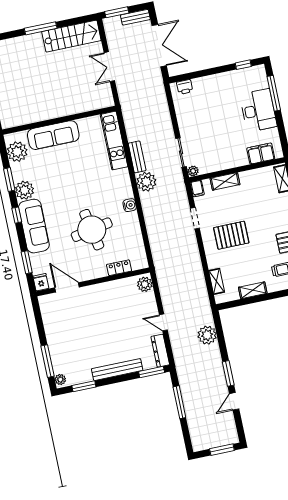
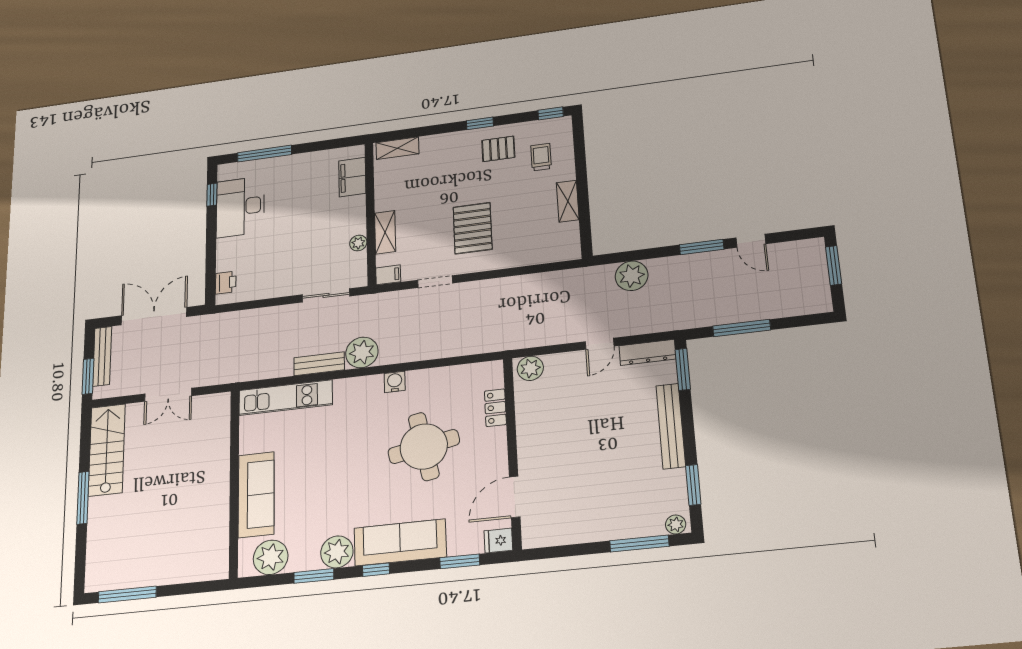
bench: (135, 17) -> (102, 356), width x1.36
desk: (258, 110) -> (240, 207), moved, turned -90
plant: (193, 171) -> (358, 243), moved
shelving: (217, 281) -> (544, 255), removed

